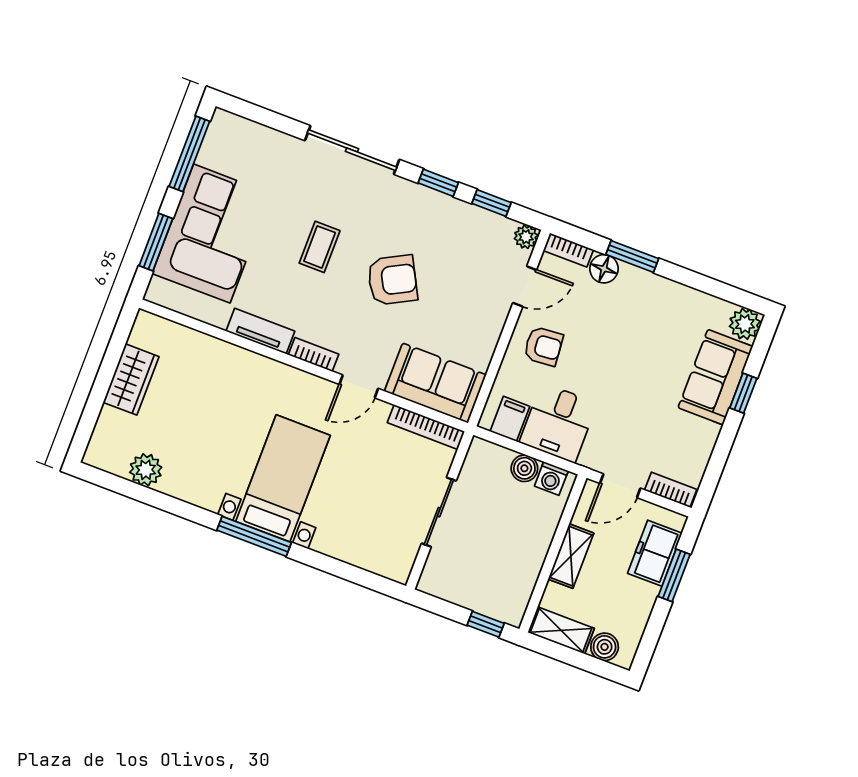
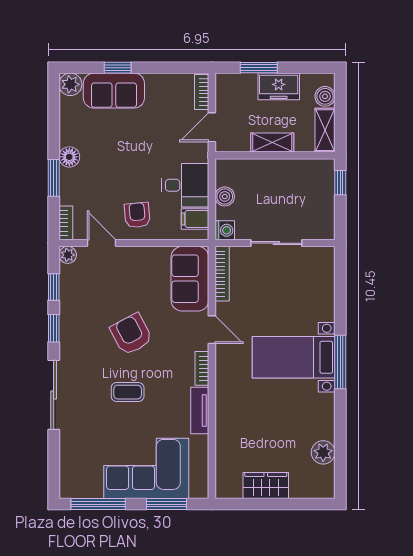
floor lamp: (604, 269) -> (69, 157), moved
washing machine: (551, 478) -> (225, 230), moved
door: (620, 486) -> (212, 127), swing flipped
freezer: (655, 553) -> (279, 86), moved

